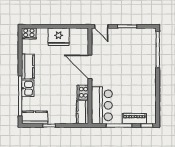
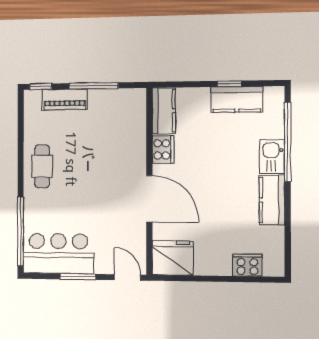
cooker: (29, 33) -> (247, 265), moved
fridge: (59, 37) -> (173, 258), moved
cafe table: (146, 84) -> (42, 166), added
bar counter: (102, 105) -> (58, 253), moved, turned 90
kitchen counter: (35, 118) -> (237, 99), moved

